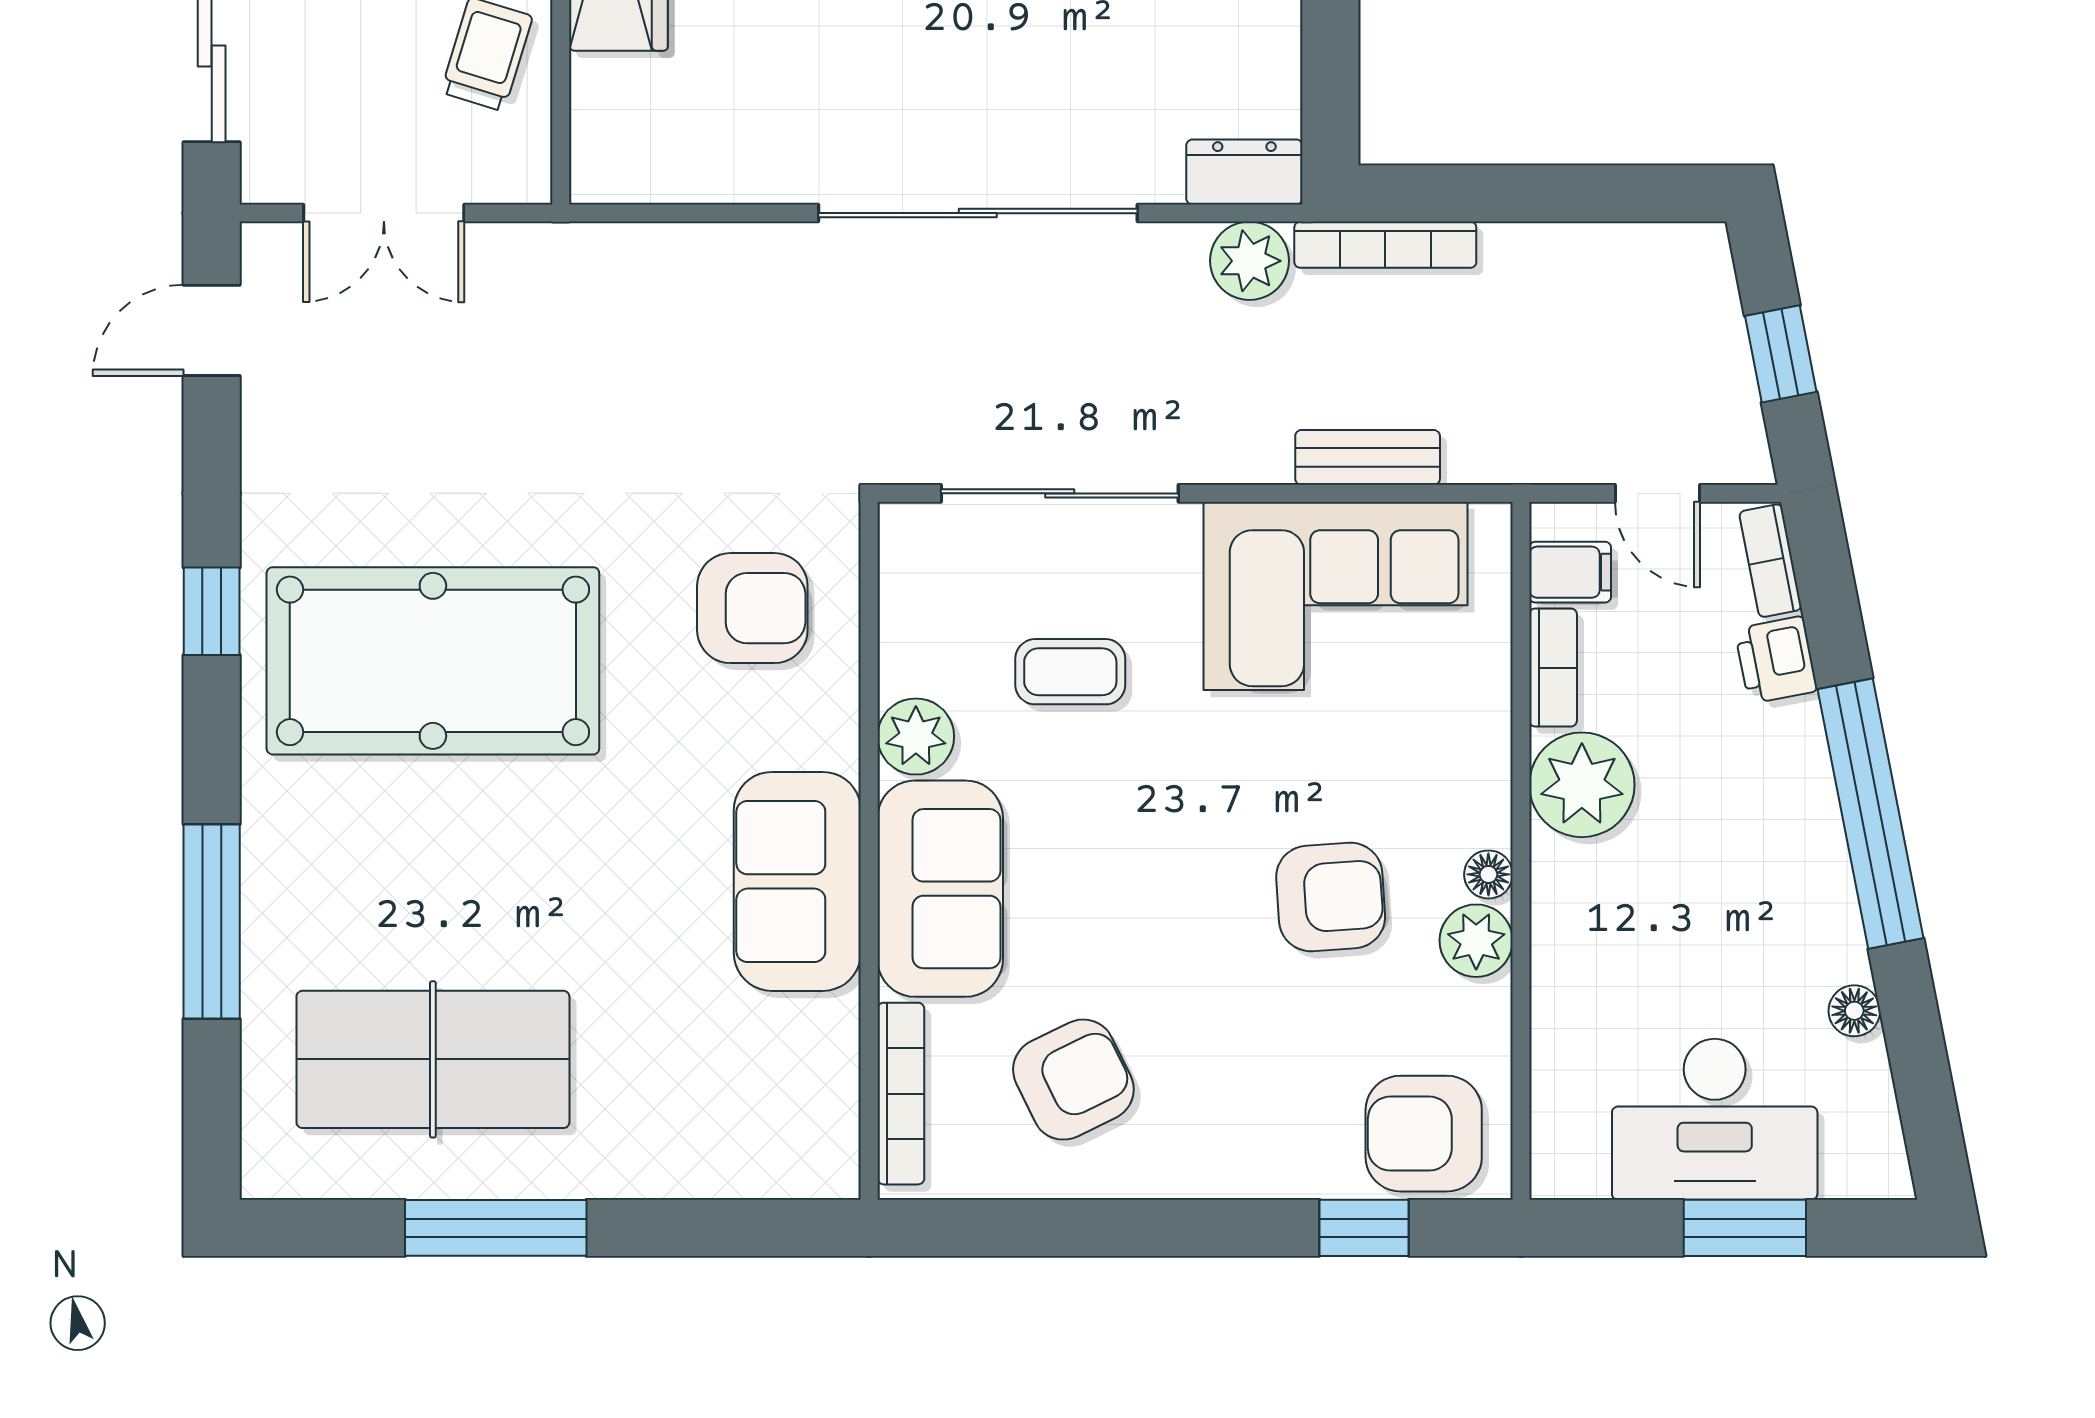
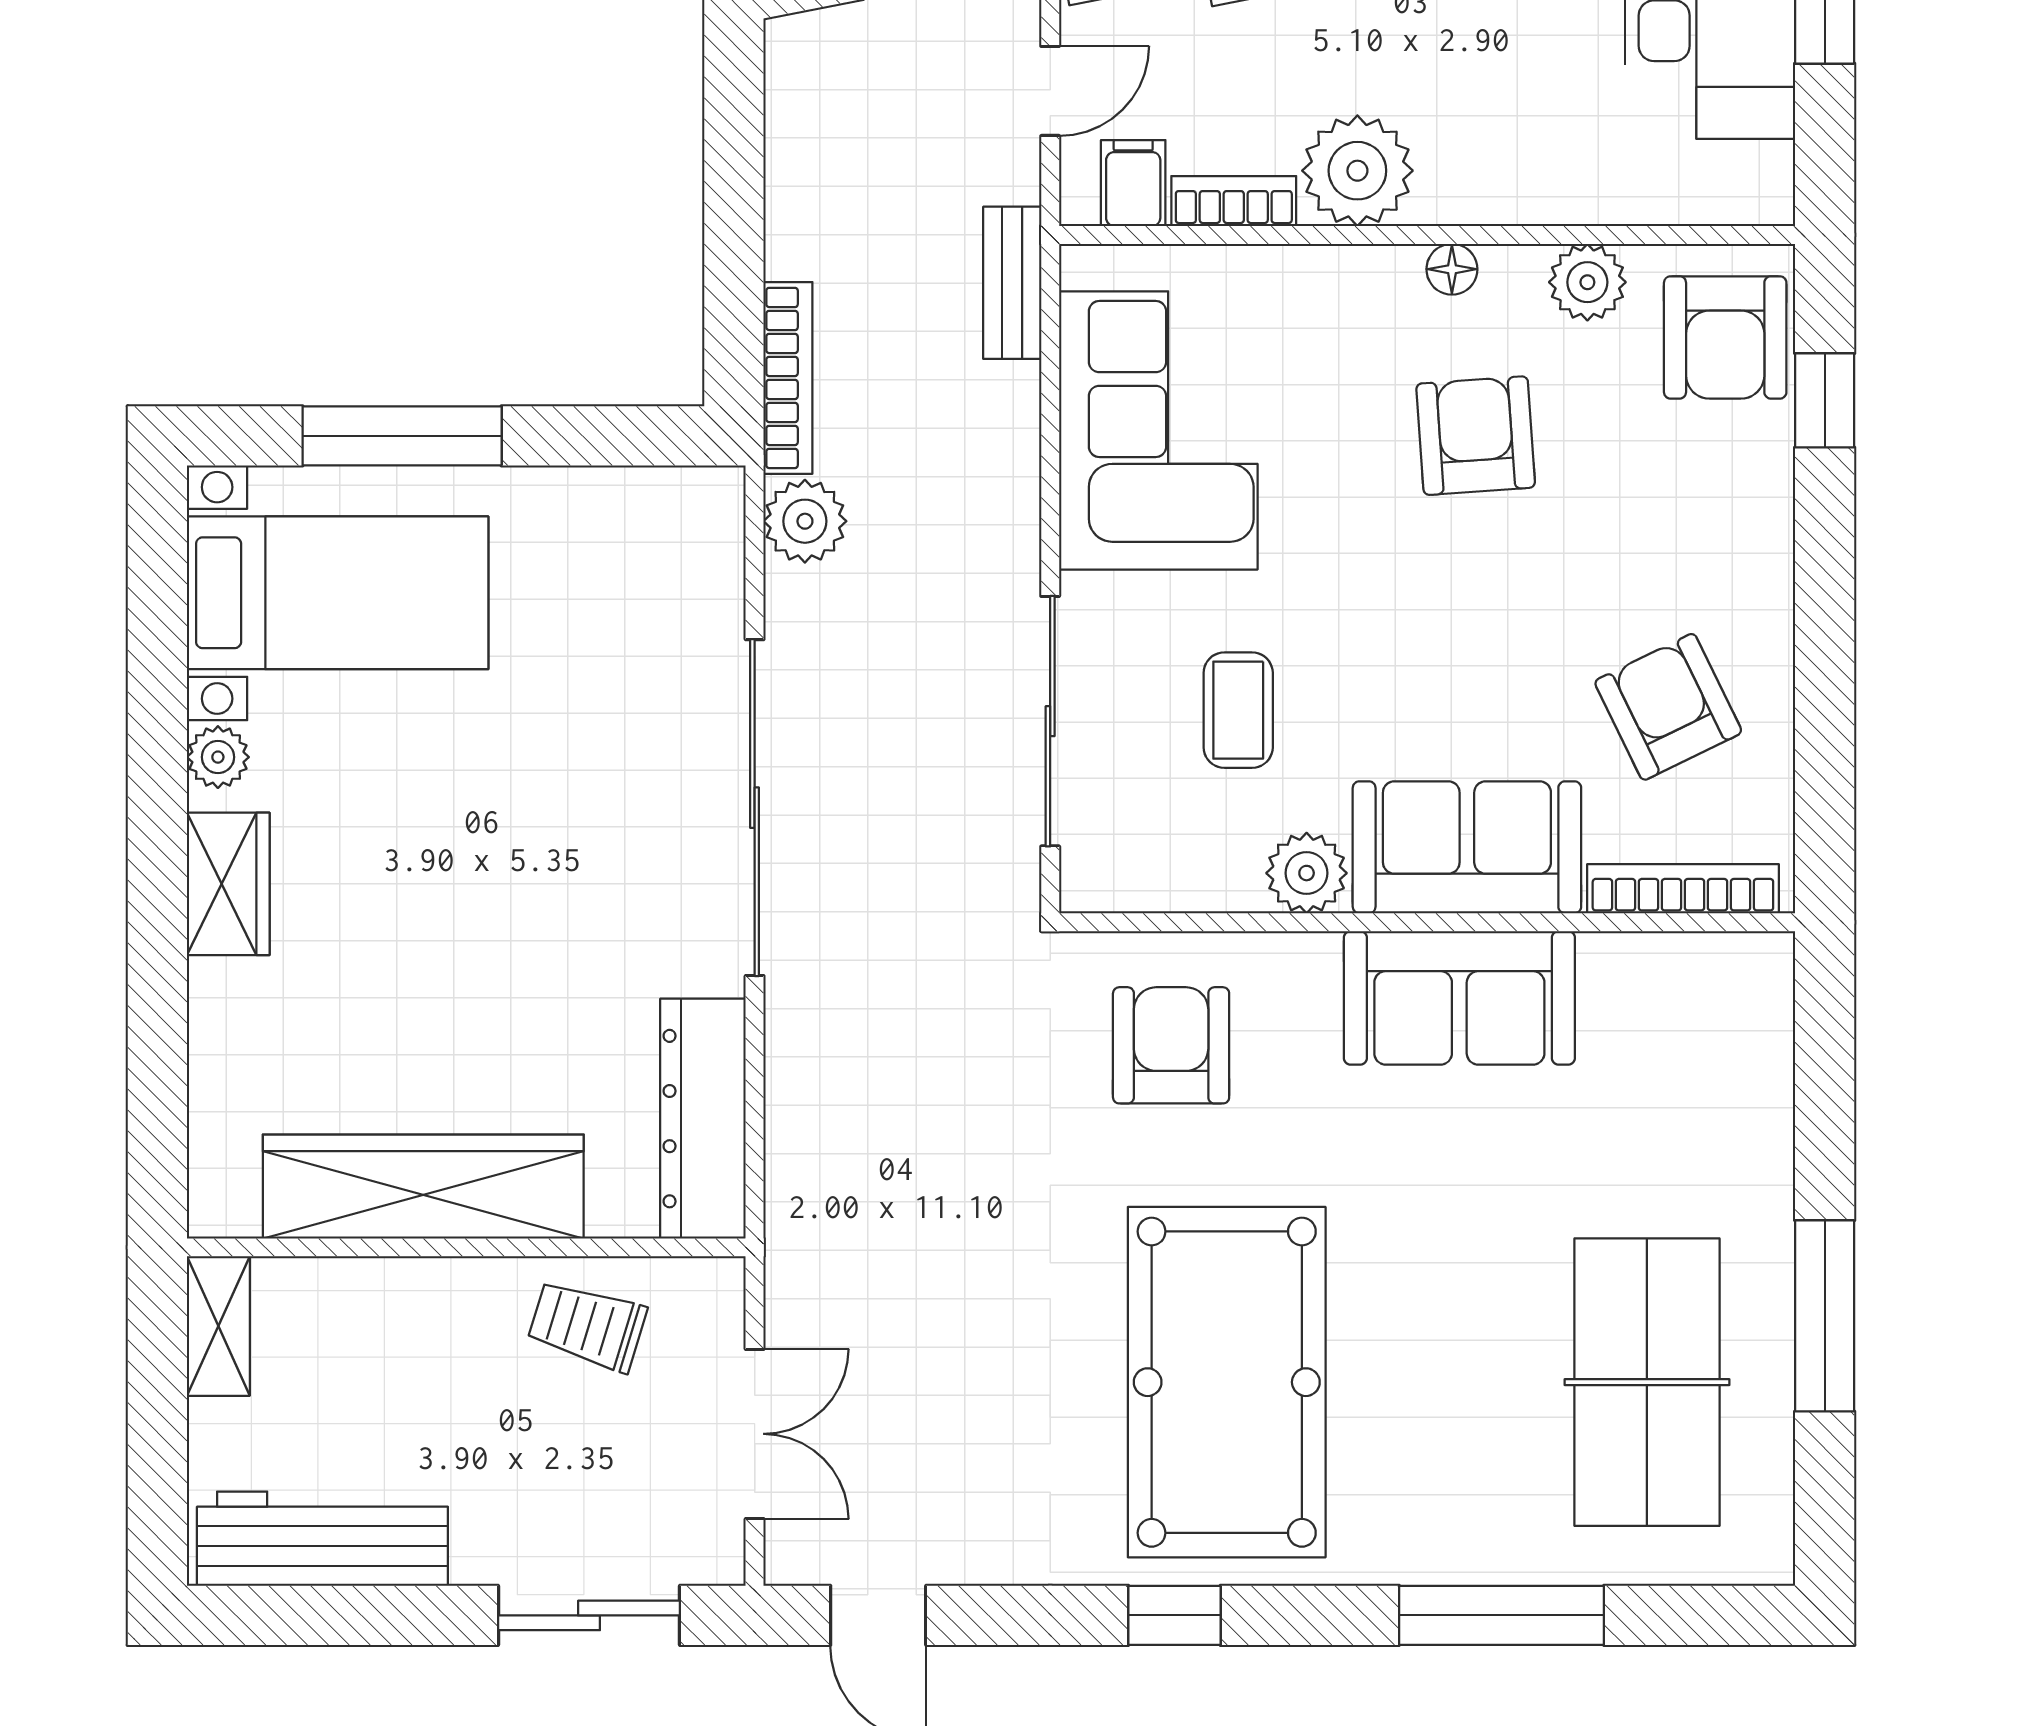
dresser: (1244, 172) -> (703, 1119), moved, width x1.96, depth x1.24
bench: (1368, 457) -> (1012, 283), moved
plant: (1476, 941) -> (1587, 282), moved

